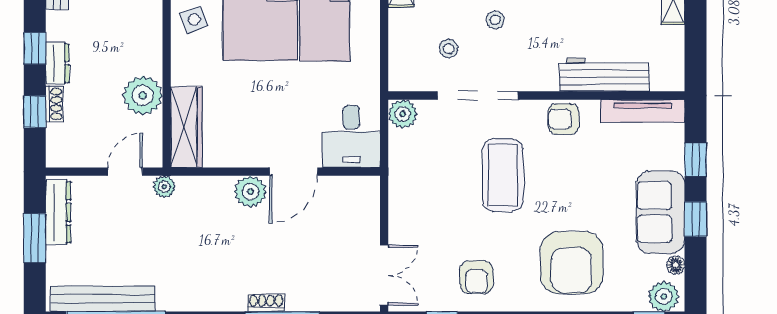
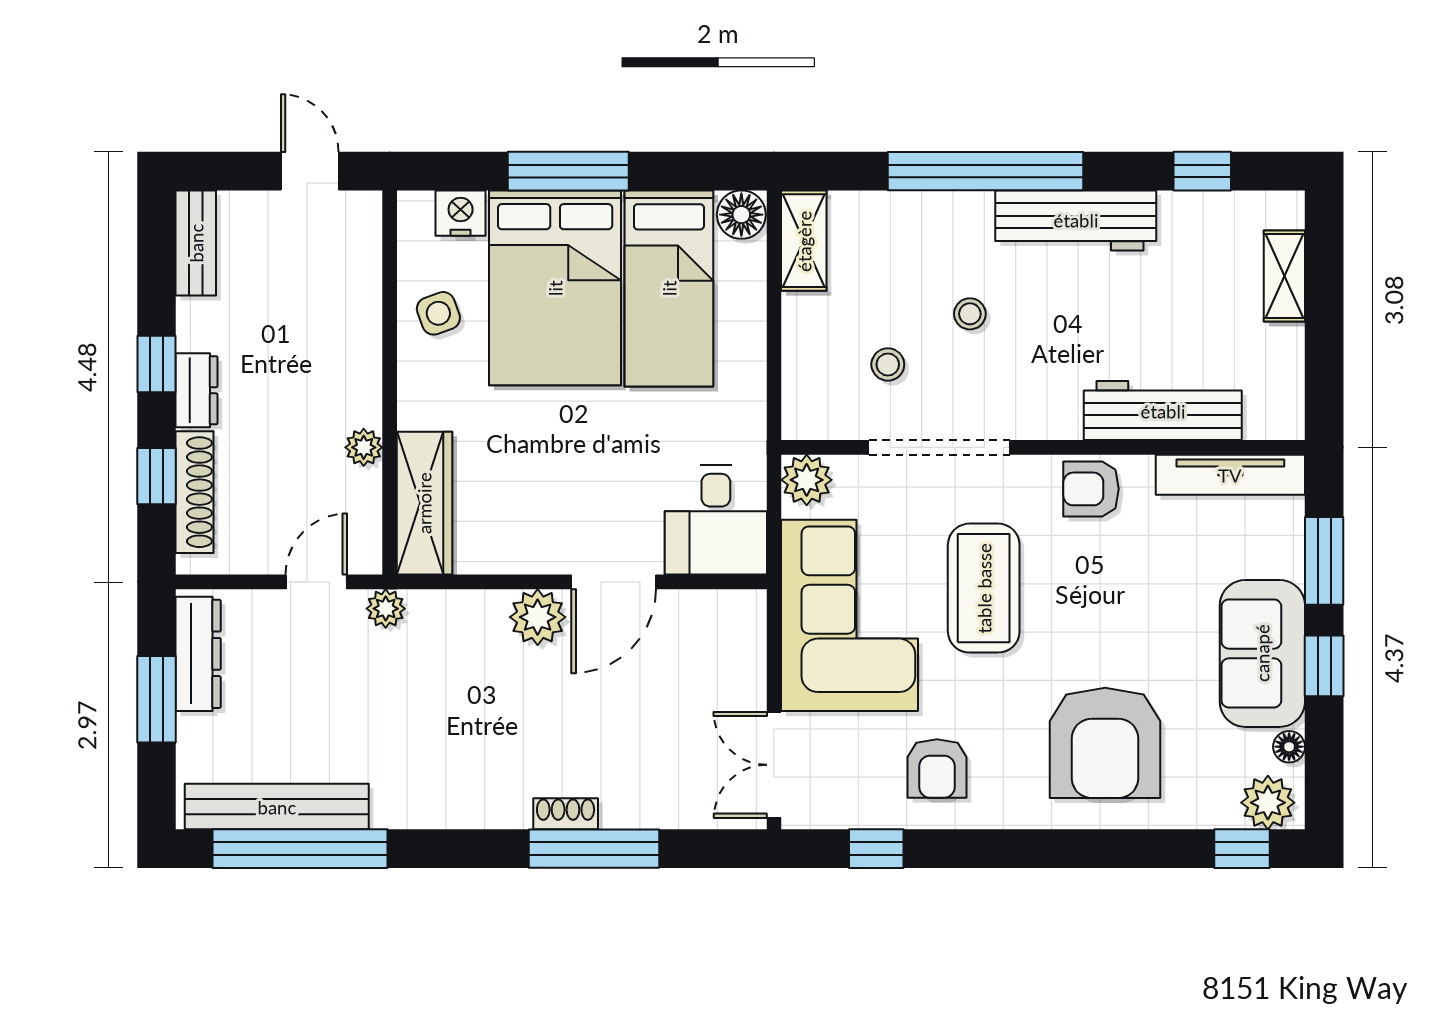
plant: (143, 95) -> (364, 447), width x0.53, depth x0.53
shoe rack: (54, 104) -> (195, 492), width x1.94, depth x1.24
window: (696, 160) -> (1324, 561), width x1.50
corner sofa: (427, 191) -> (850, 615), added
double door: (384, 275) -> (774, 765), swing flipped

